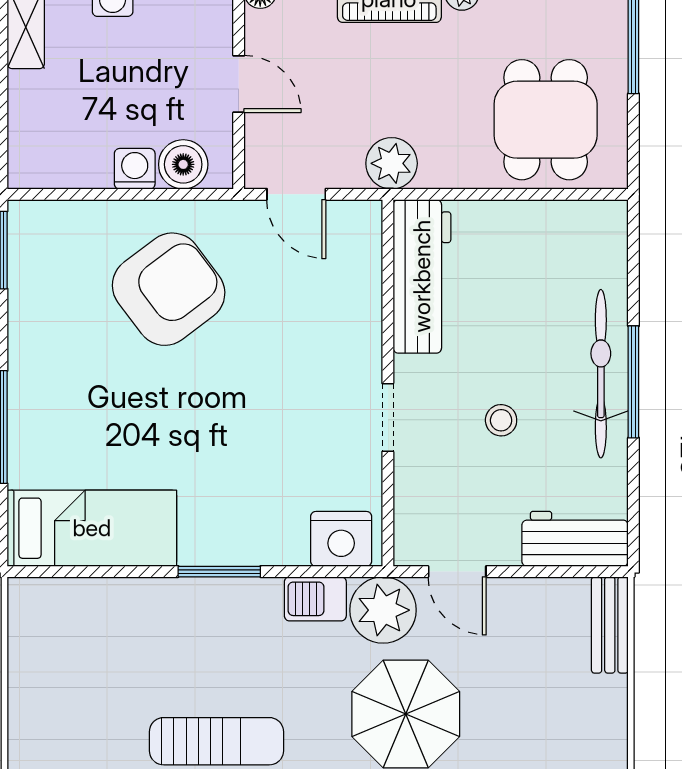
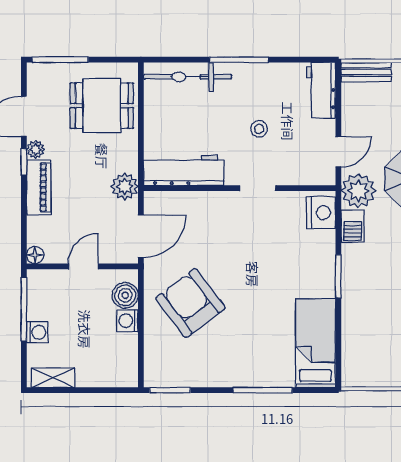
door: (296, 194) -> (141, 236), width x1.38
bicycle: (601, 374) -> (188, 77), moved

